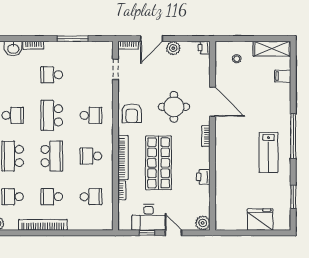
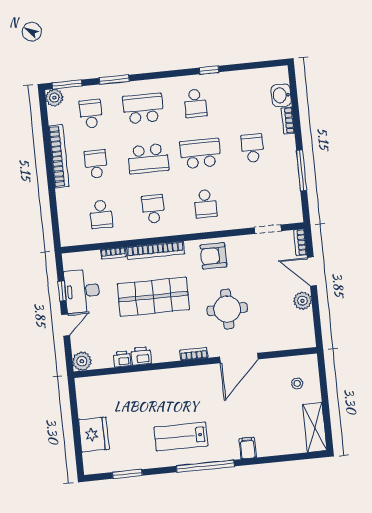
printer: (204, 48) -> (122, 359), moved
filing cabinet: (283, 76) -> (248, 448), moved

